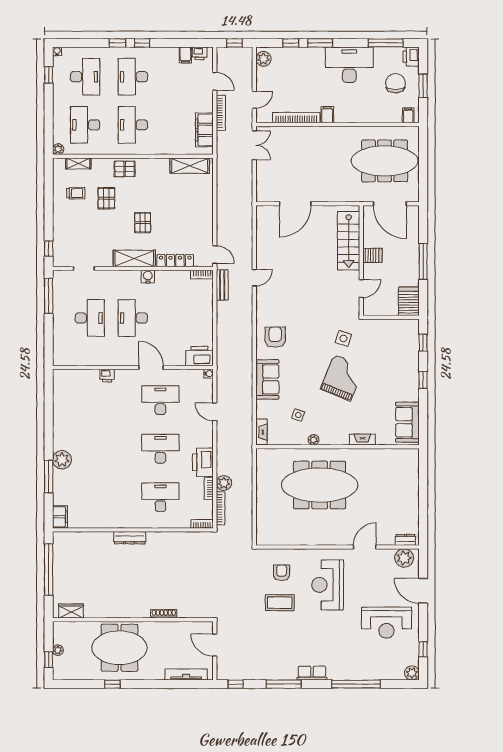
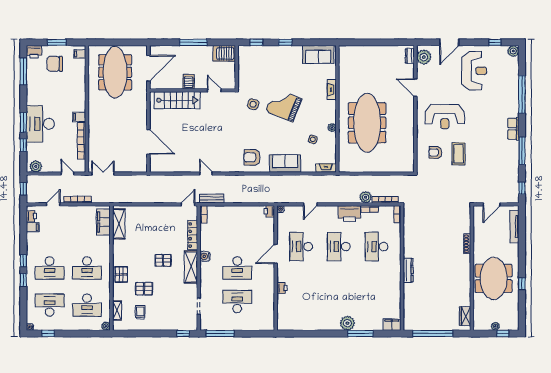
desk: (349, 65) -> (40, 124), moved
filing cabinet: (204, 130) -> (103, 222), moved, turned 90
printer: (199, 356) -> (269, 211), width x0.53, depth x0.68

